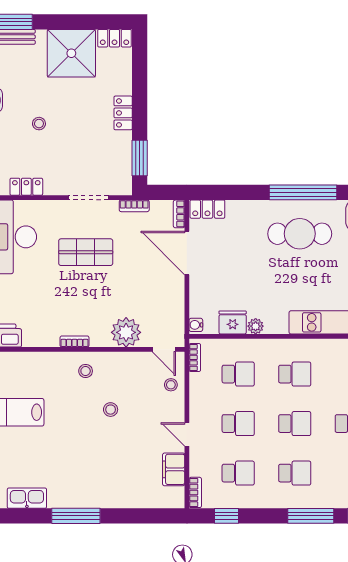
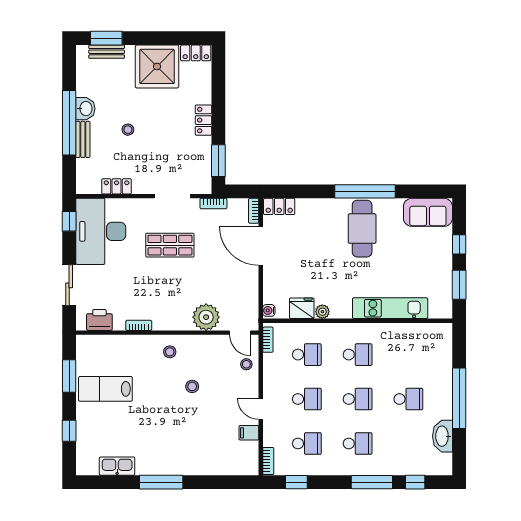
cafe table: (300, 234) -> (362, 229), turned 90
bookcase: (75, 342) -> (139, 325), moved
filing cabinet: (174, 469) -> (249, 433), width x0.50

